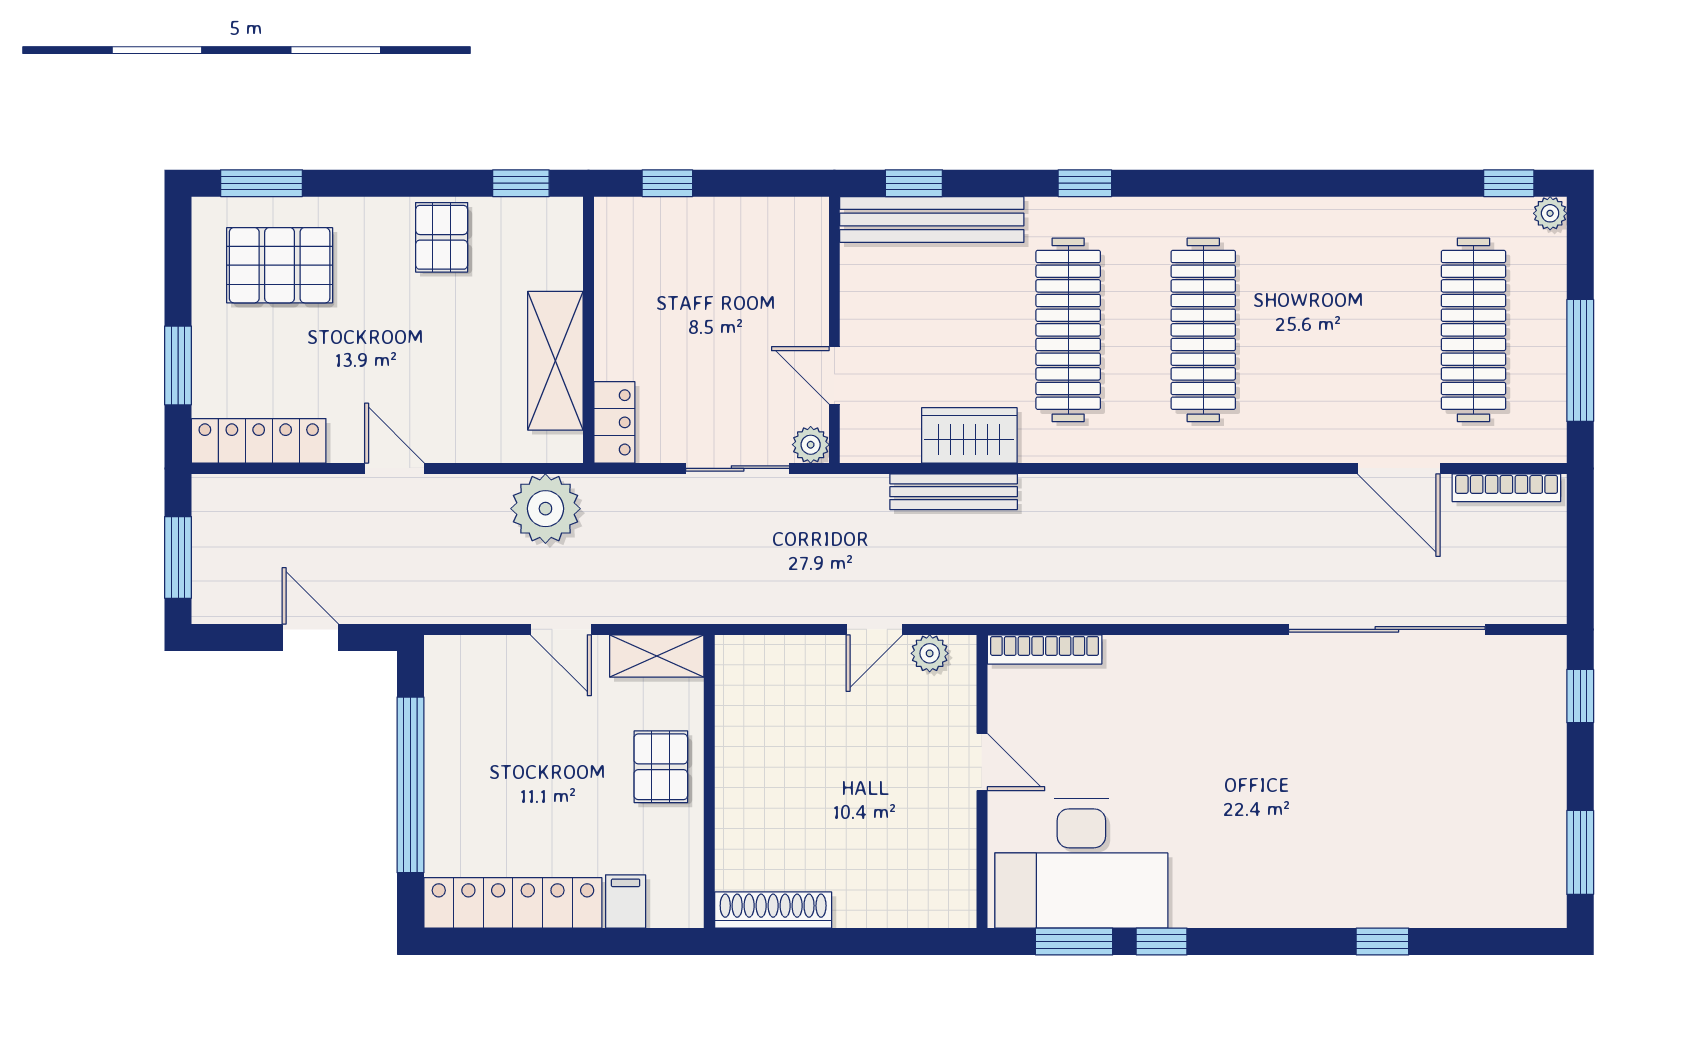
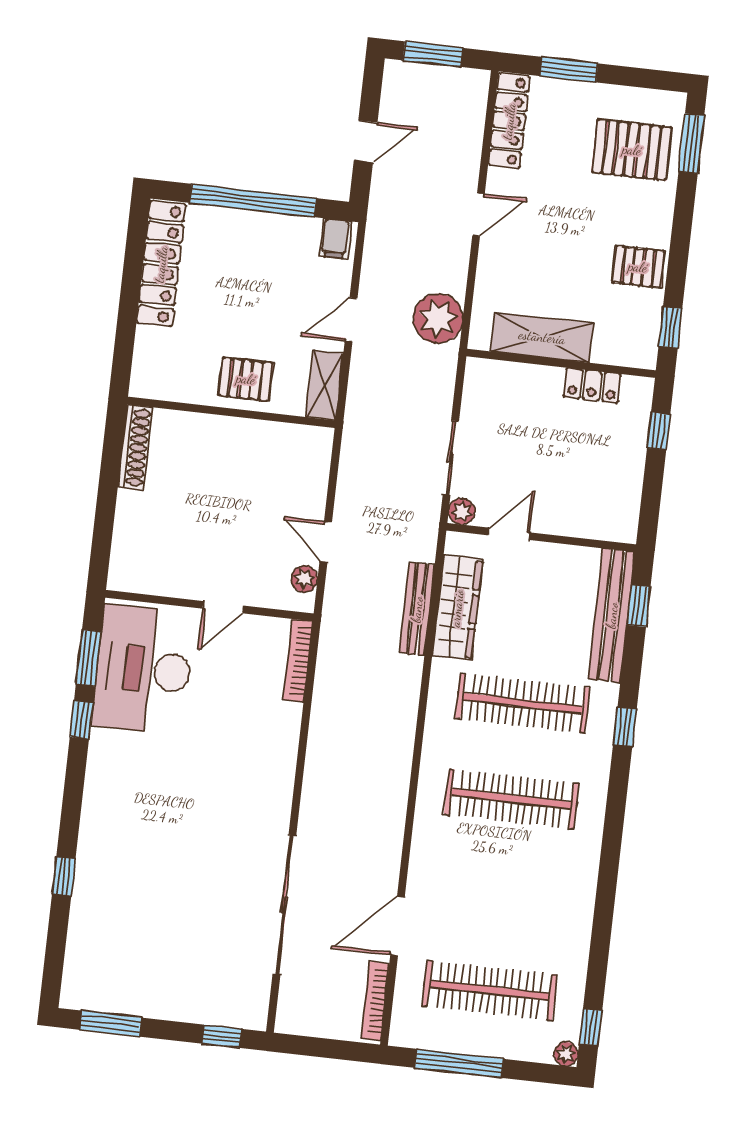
pallet: (280, 265) -> (632, 150), turned 90
locker: (614, 422) -> (592, 385), moved
wardrobe: (969, 435) -> (457, 608), width x1.50
filing cabinet: (626, 901) -> (336, 239), moved, turned 90

